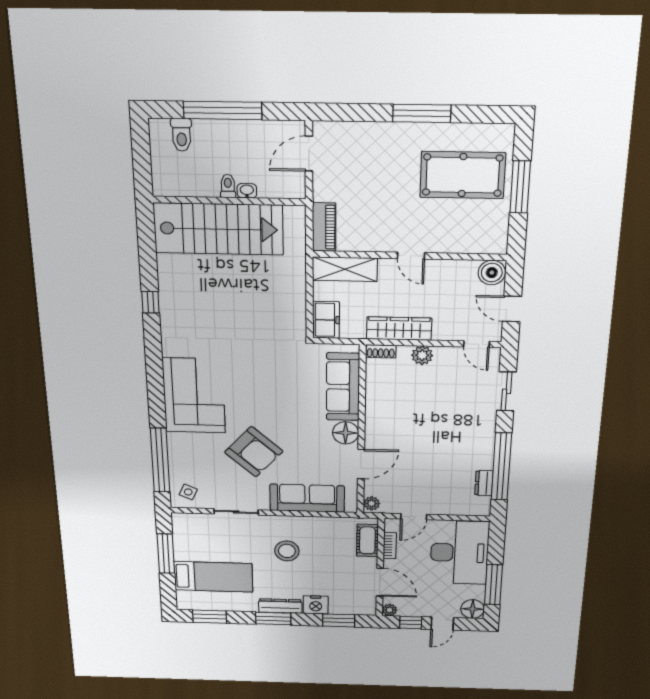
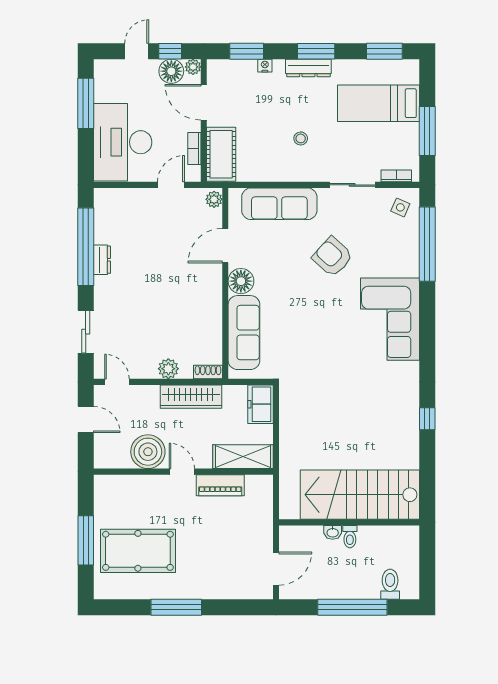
piano: (324, 227) -> (220, 485), moved, turned -90
boiler: (492, 273) -> (148, 452), moved, width x1.37, depth x1.37
armchair: (254, 452) -> (332, 257), width x0.73, depth x0.73
dresser: (484, 483) -> (102, 260), moved
bookcase: (193, 518) -> (396, 176), added
cot: (367, 540) -> (221, 154), width x1.37, depth x1.34
stool: (287, 551) -> (301, 138), width x0.53, depth x0.53
nightstand: (316, 605) -> (265, 66), width x0.53, depth x0.56
floor lamp: (473, 609) -> (171, 71), moved

